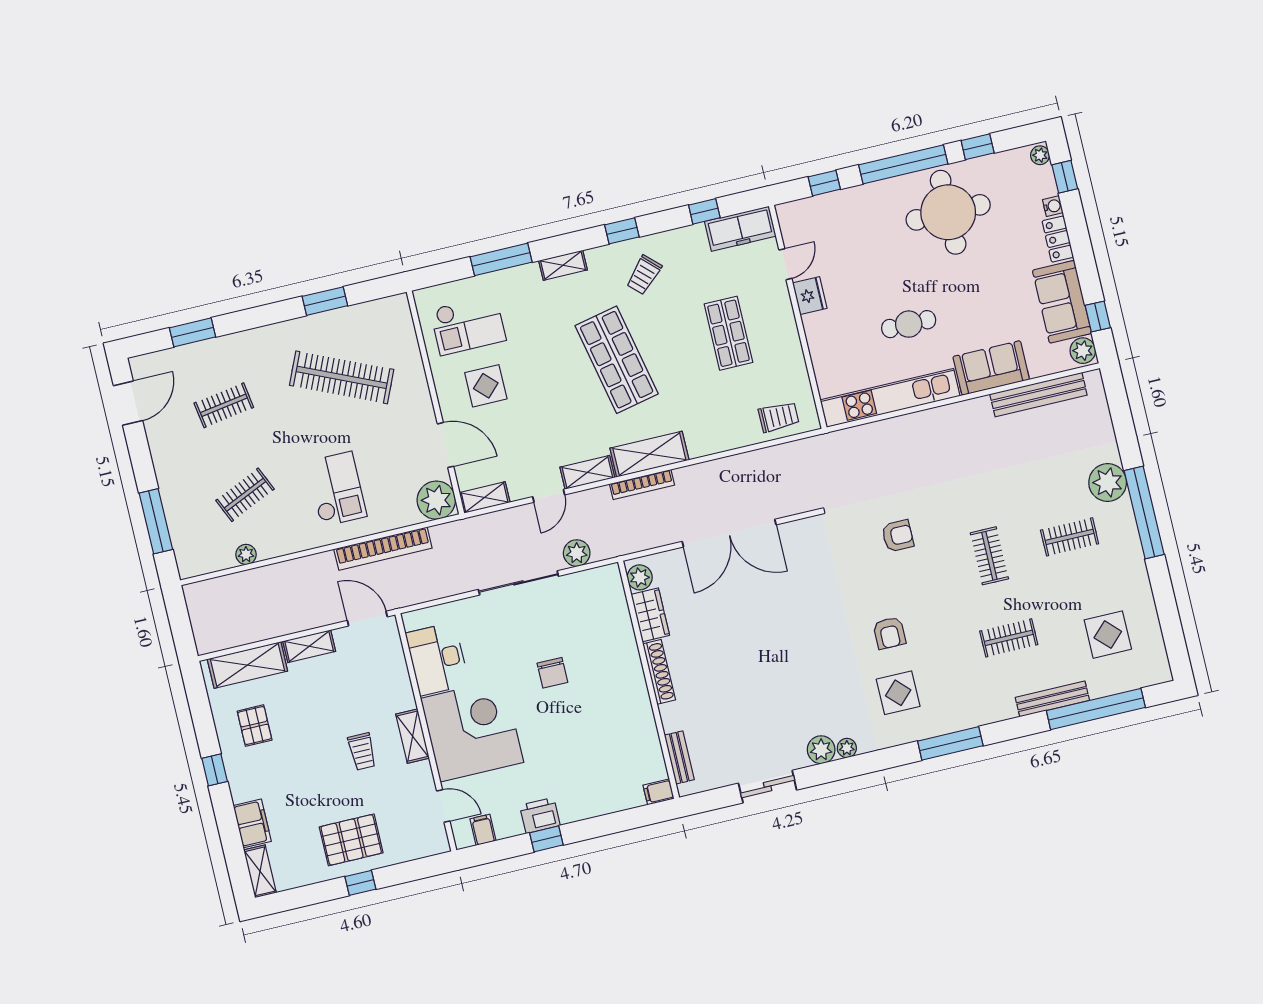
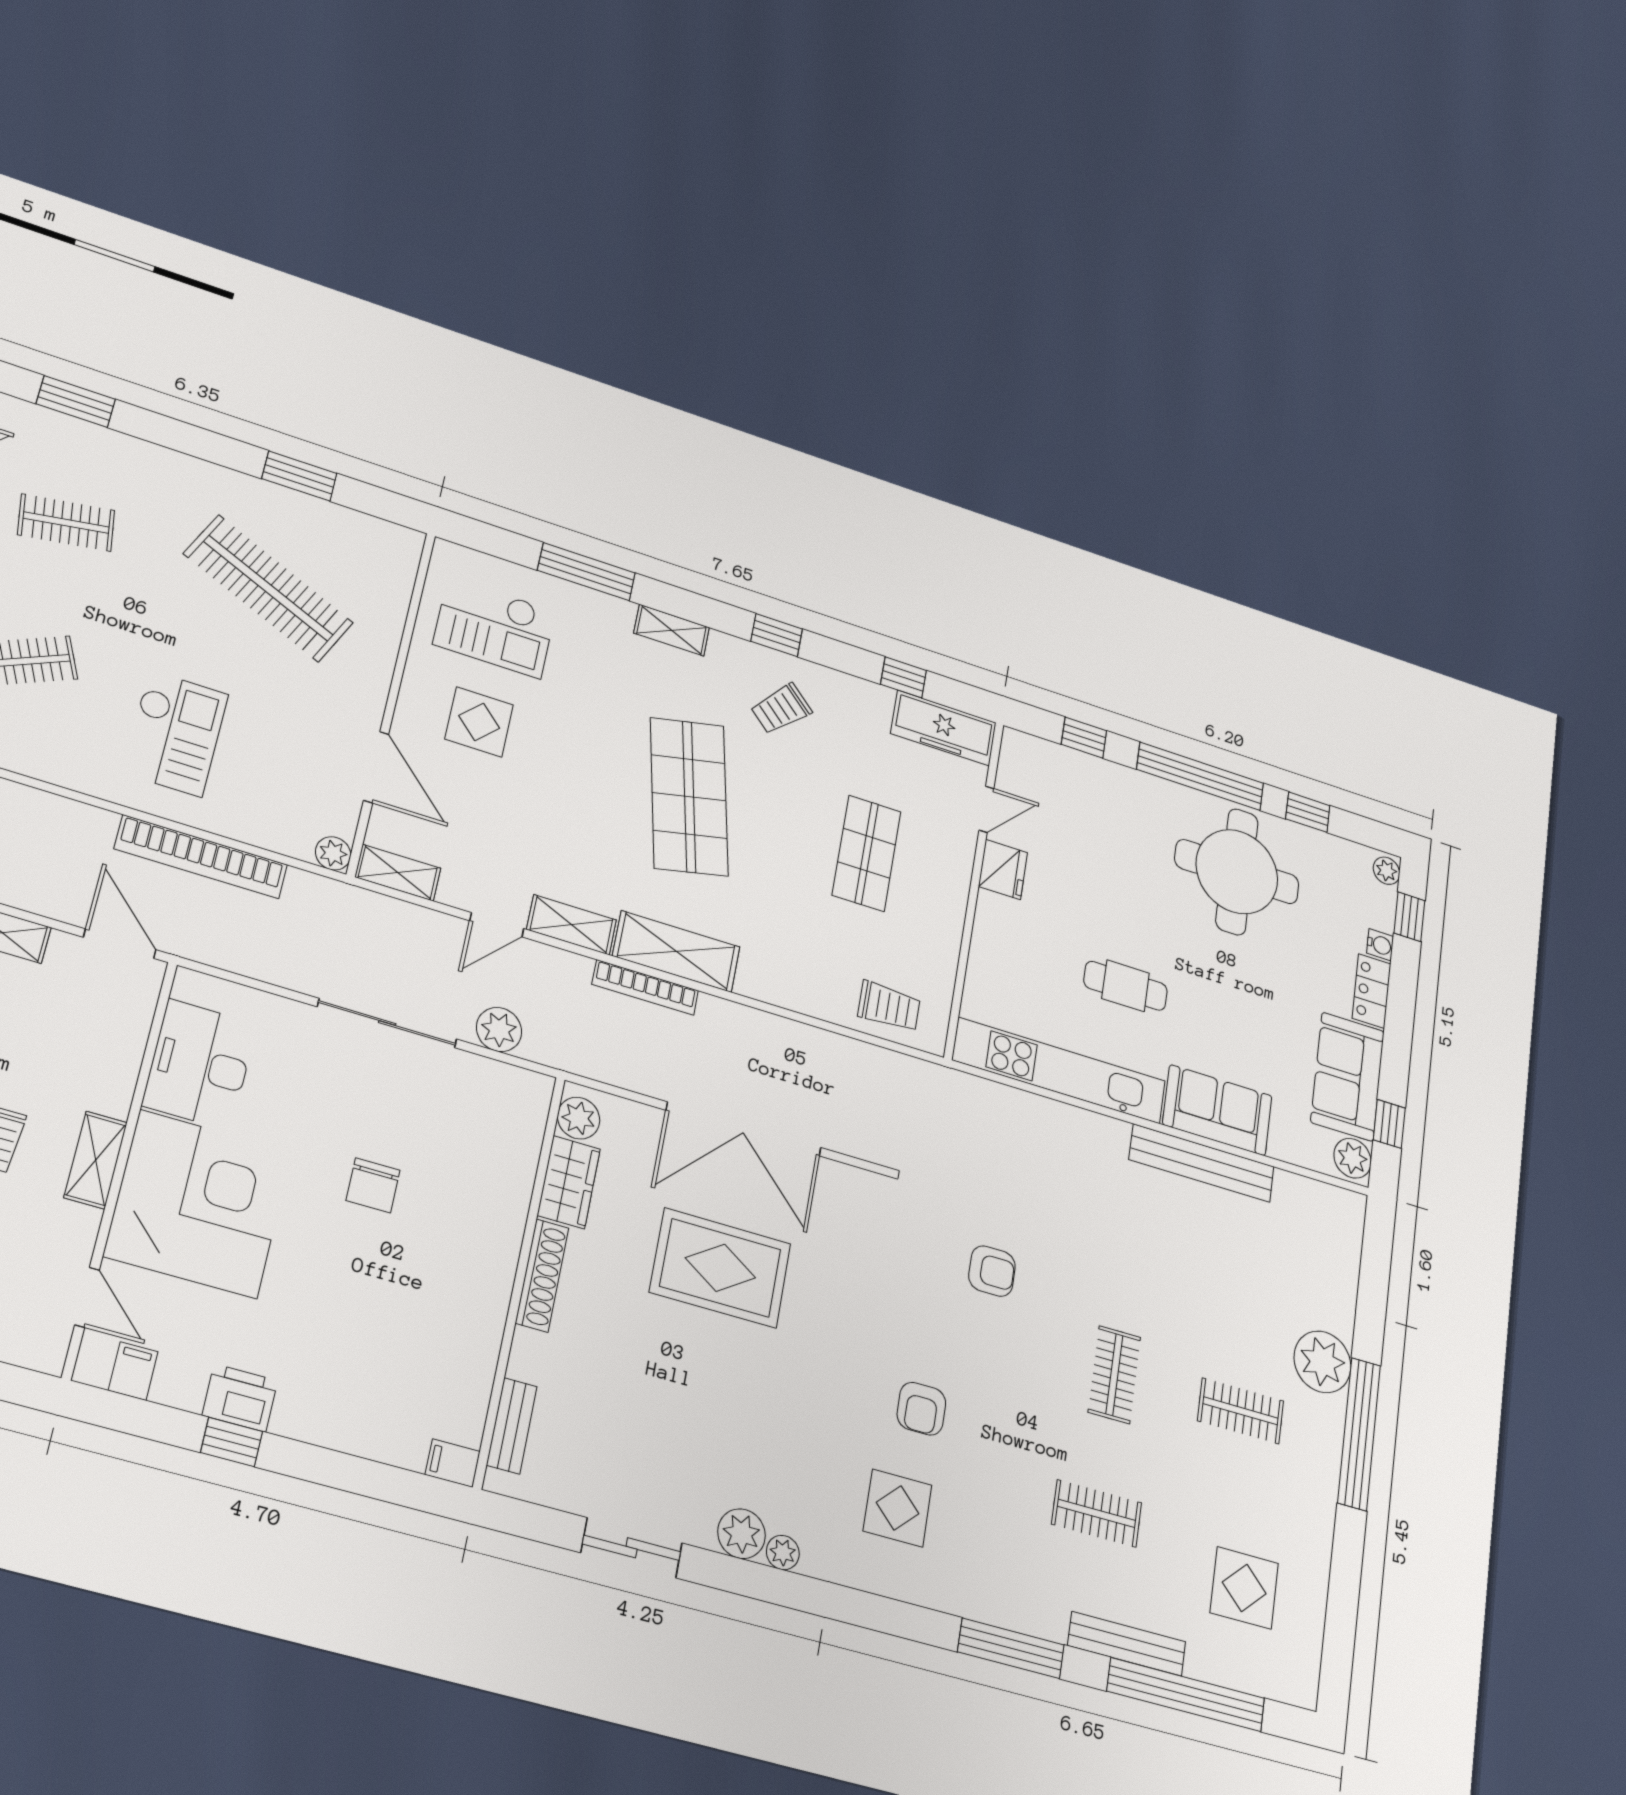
bench: (1038, 395) -> (1202, 1163), moved
plant: (436, 500) -> (333, 853), width x0.53, depth x0.53
rug: (750, 616) -> (720, 1268), added
window: (950, 743) -> (1011, 1648), moved

